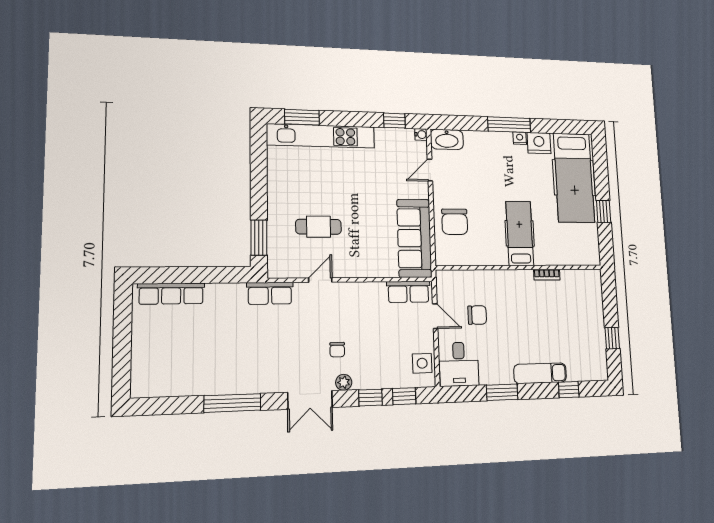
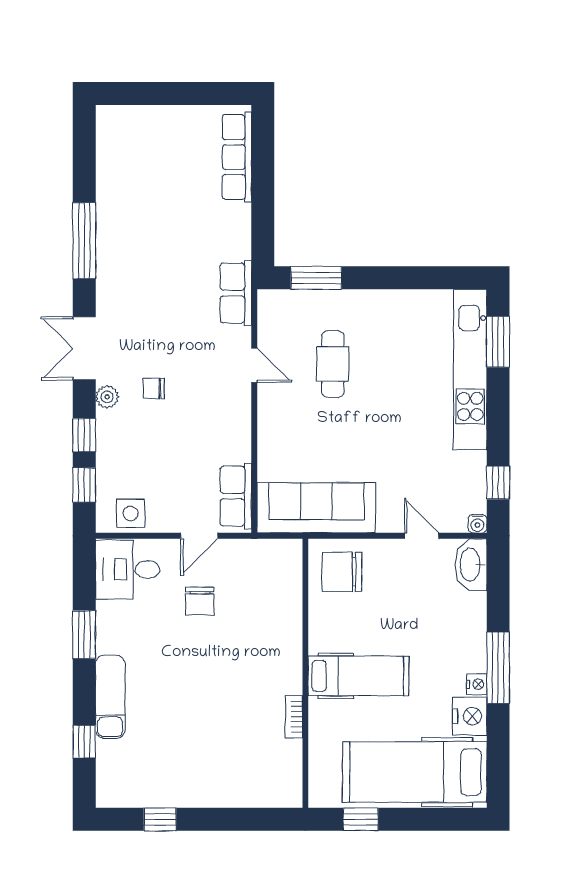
hospital bed: (520, 233) -> (358, 676), moved
wall: (520, 267) -> (305, 673), moved
bookcase: (547, 275) -> (294, 717), moved

